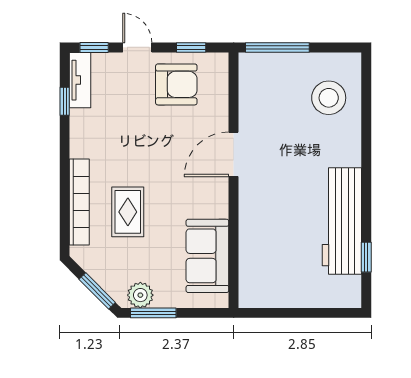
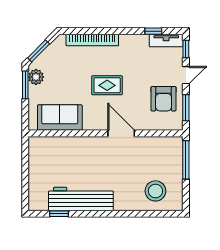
window: (191, 47) -> (186, 108), width x1.50
rug: (128, 212) -> (107, 85), moved

